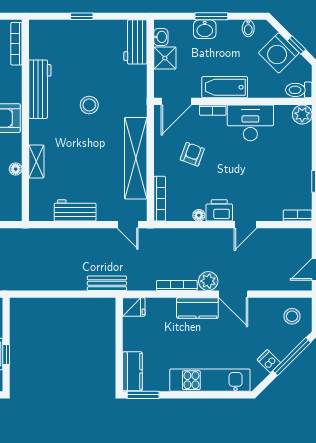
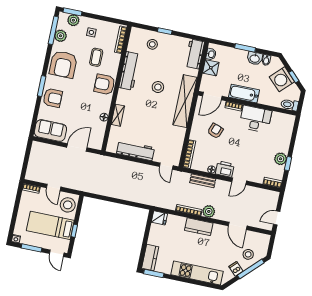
washbasin: (205, 29) -> (255, 58), moved
stool: (67, 41) -> (152, 44), added
plant: (302, 115) -> (281, 159), moved
shelving: (136, 158) -> (185, 101), moved
workbench: (75, 210) -> (136, 151), width x1.38
bench: (107, 283) -> (203, 181), moved
door: (233, 294) -> (238, 226), moved
stool: (292, 316) -> (248, 254), moved

